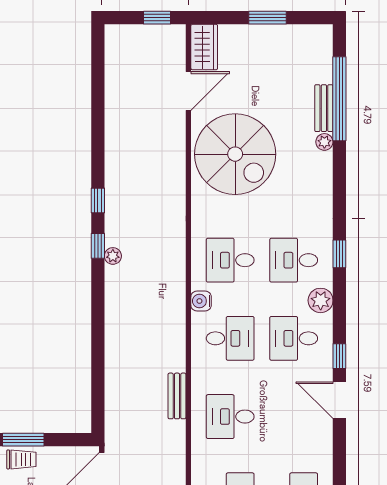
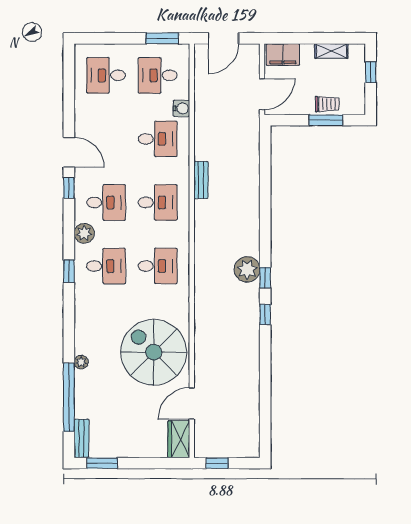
window: (267, 18) -> (102, 463), moved
bench: (324, 108) -> (82, 438), moved
plant: (113, 256) -> (247, 269), width x1.88, depth x1.88
water cooler: (201, 301) -> (181, 108), moved
desk: (230, 338) -> (158, 202), turned 180
bench: (177, 396) -> (201, 180), moved
trolley: (21, 459) -> (327, 104), turned 180

